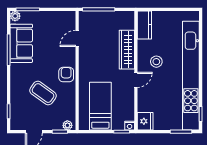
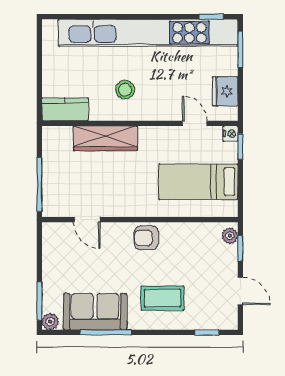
door: (136, 80) -> (195, 123), moved
coffee table: (43, 93) -> (162, 298), moved, turned 54
fridge: (145, 121) -> (225, 91), moved, turned -90

